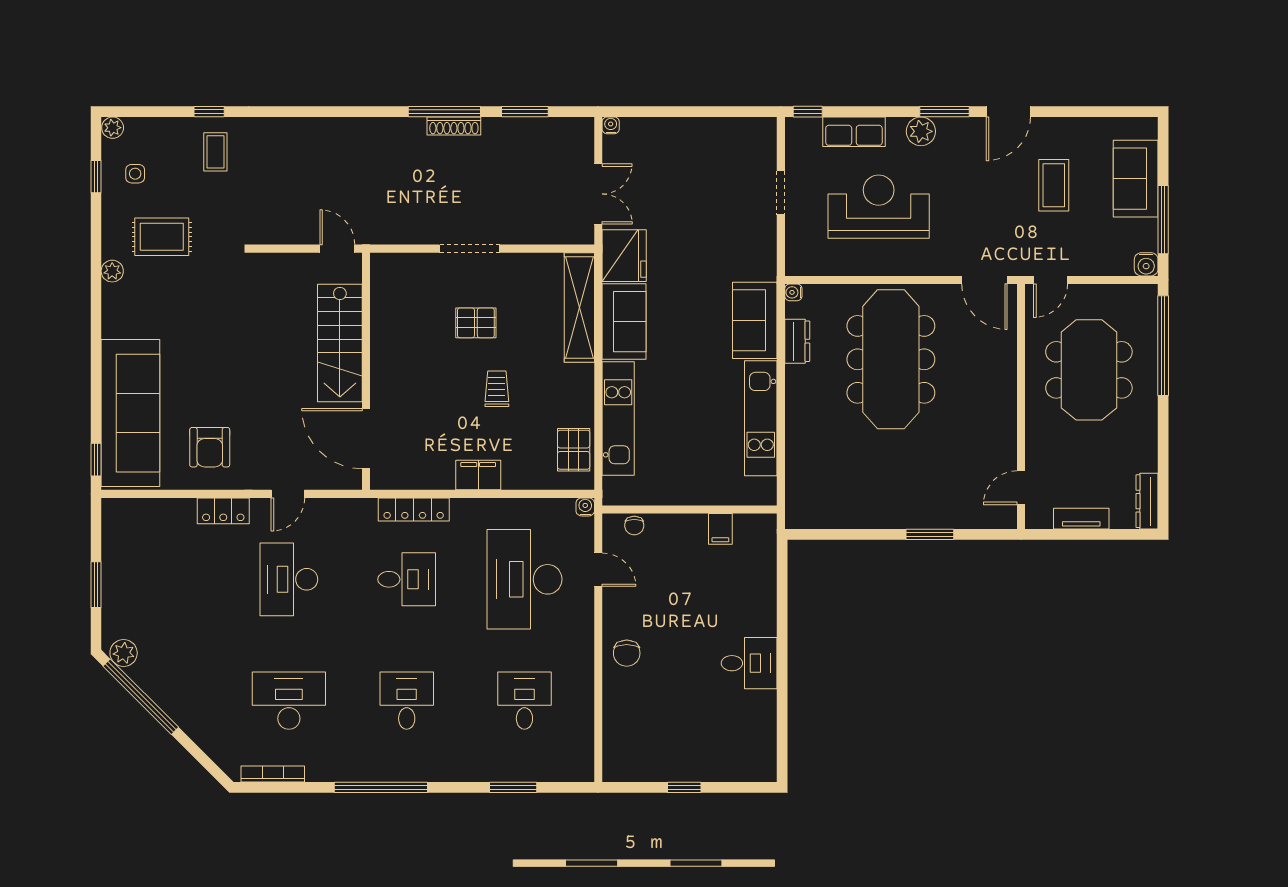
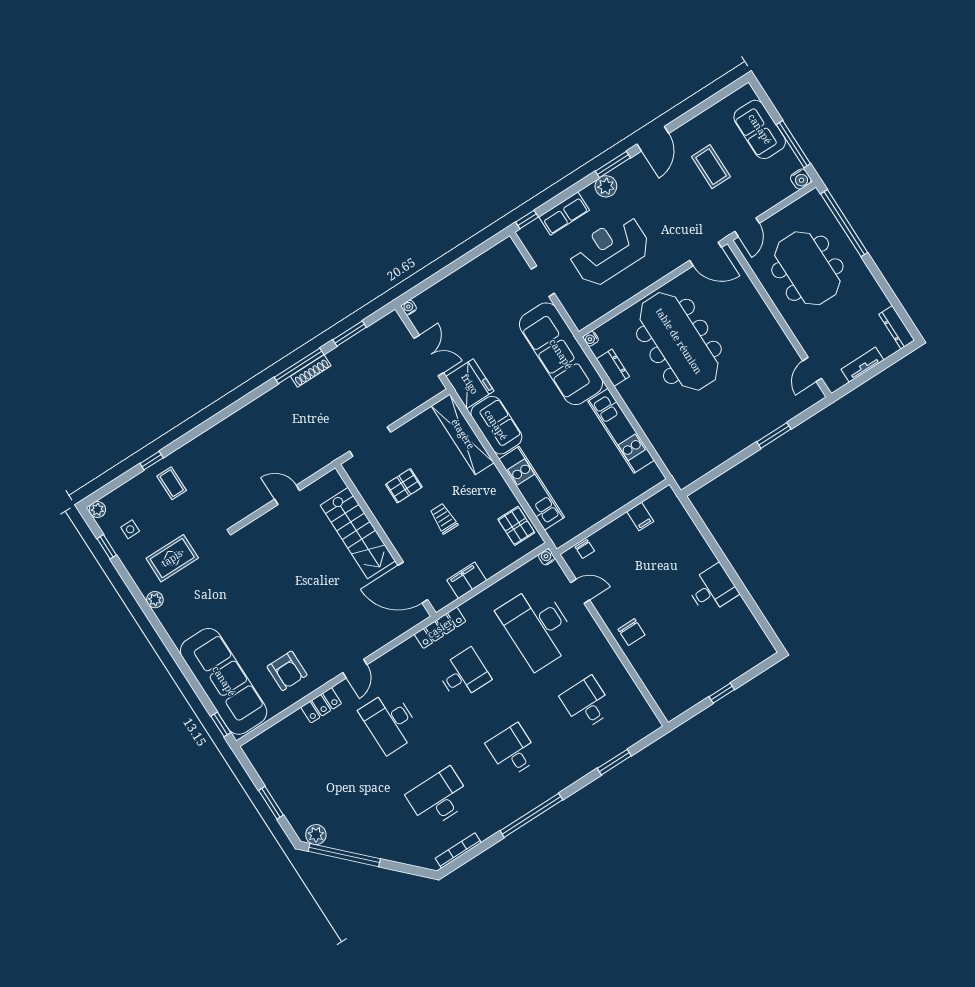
sofa: (755, 320) -> (561, 354), width x1.85, depth x1.27
stairs: (340, 343) -> (358, 533), moved
wall: (366, 371) -> (386, 540), moved
door: (366, 439) -> (413, 583), moved

